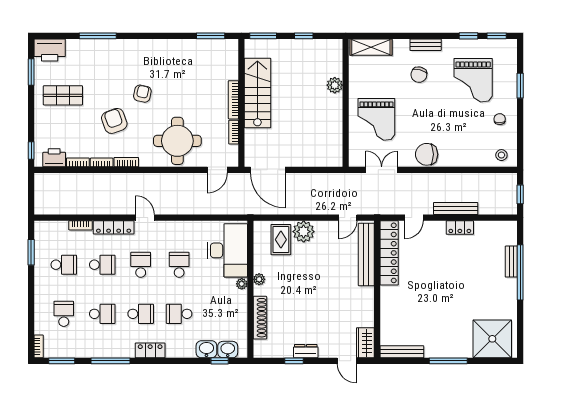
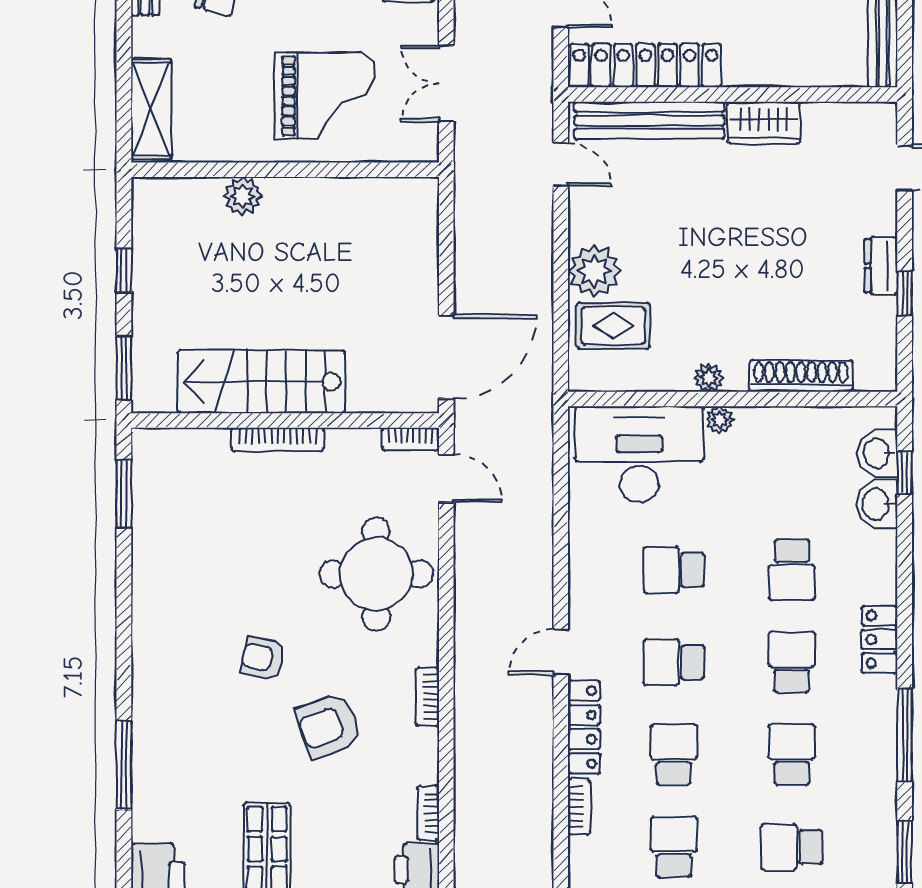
bookcase: (234, 132) -> (410, 439), moved
bookcase: (102, 162) -> (428, 756), removed
wardrobe: (365, 343) -> (764, 123), moved

